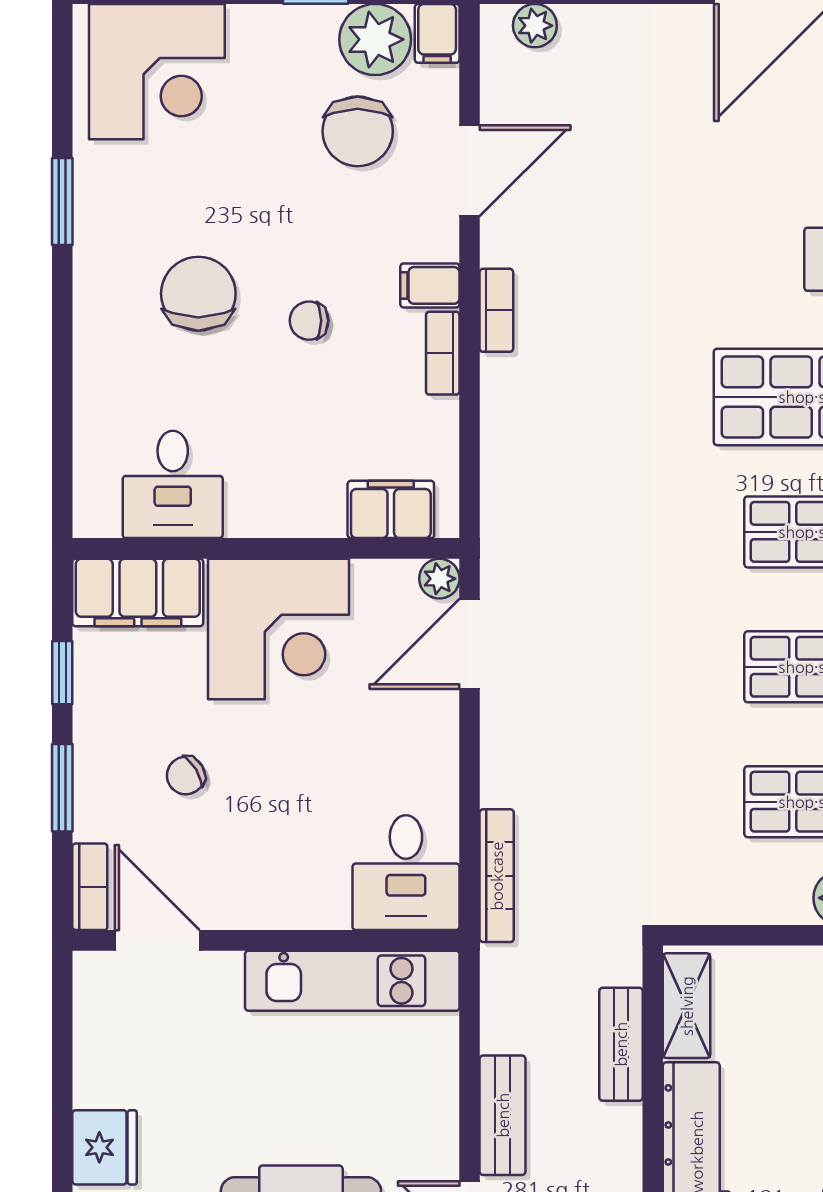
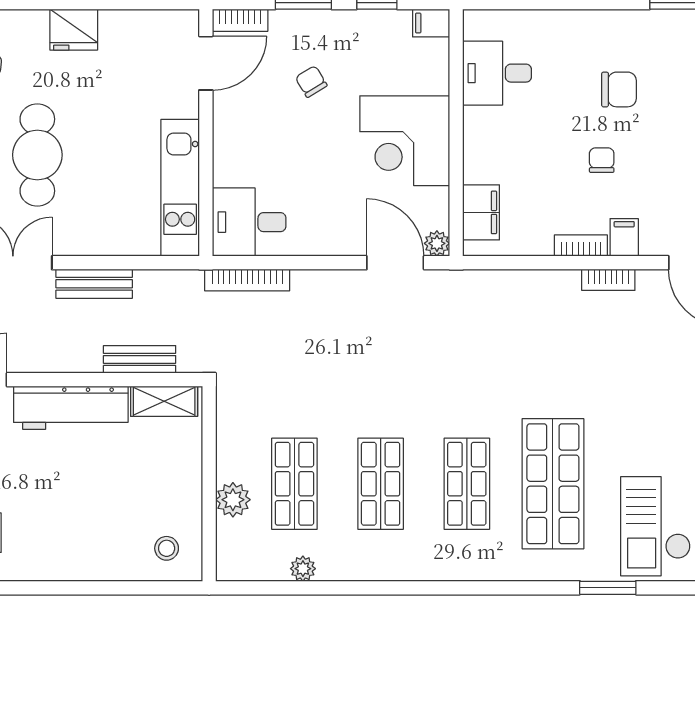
chair: (198, 294) -> (619, 89), width x0.73, depth x0.73
filing cabinet: (138, 592) -> (431, 23), width x0.33, depth x0.86

